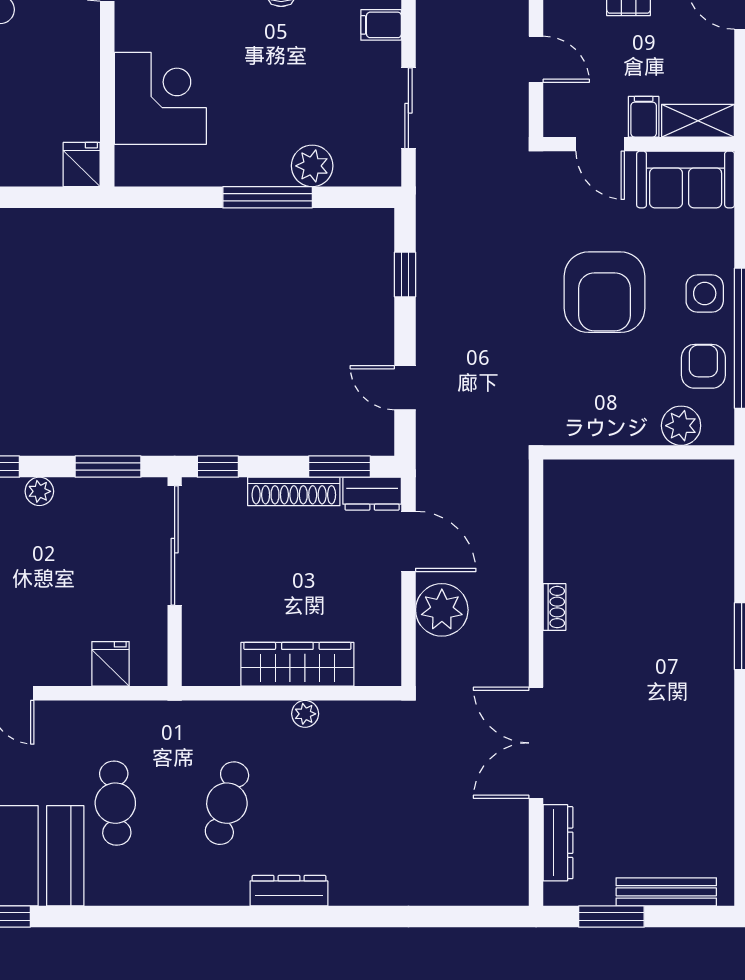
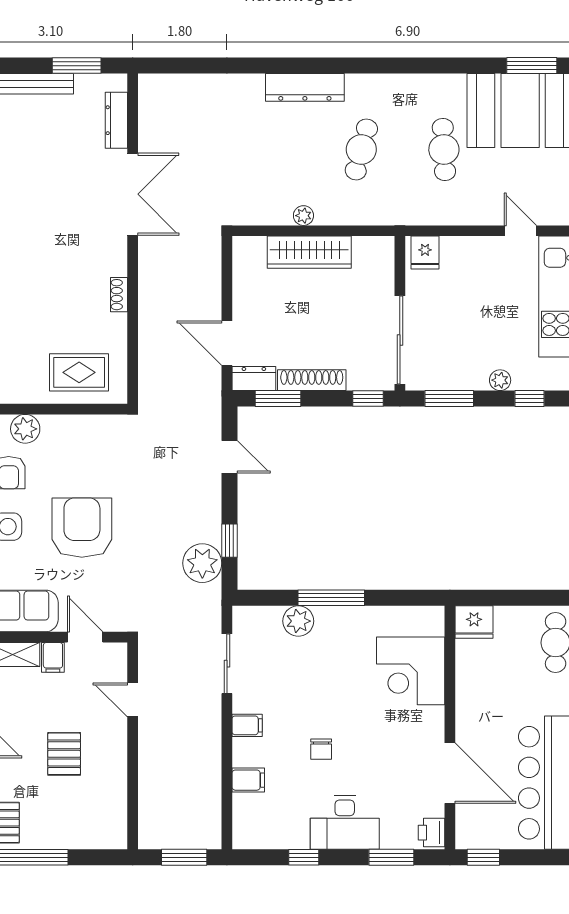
fridge: (82, 165) -> (474, 622), width x1.38
rug: (608, 502) -> (79, 372), added
plant: (442, 610) -> (202, 563), moved
fridge: (111, 664) -> (425, 253), moved
dresser: (289, 891) -> (305, 87), width x1.37, depth x1.24

